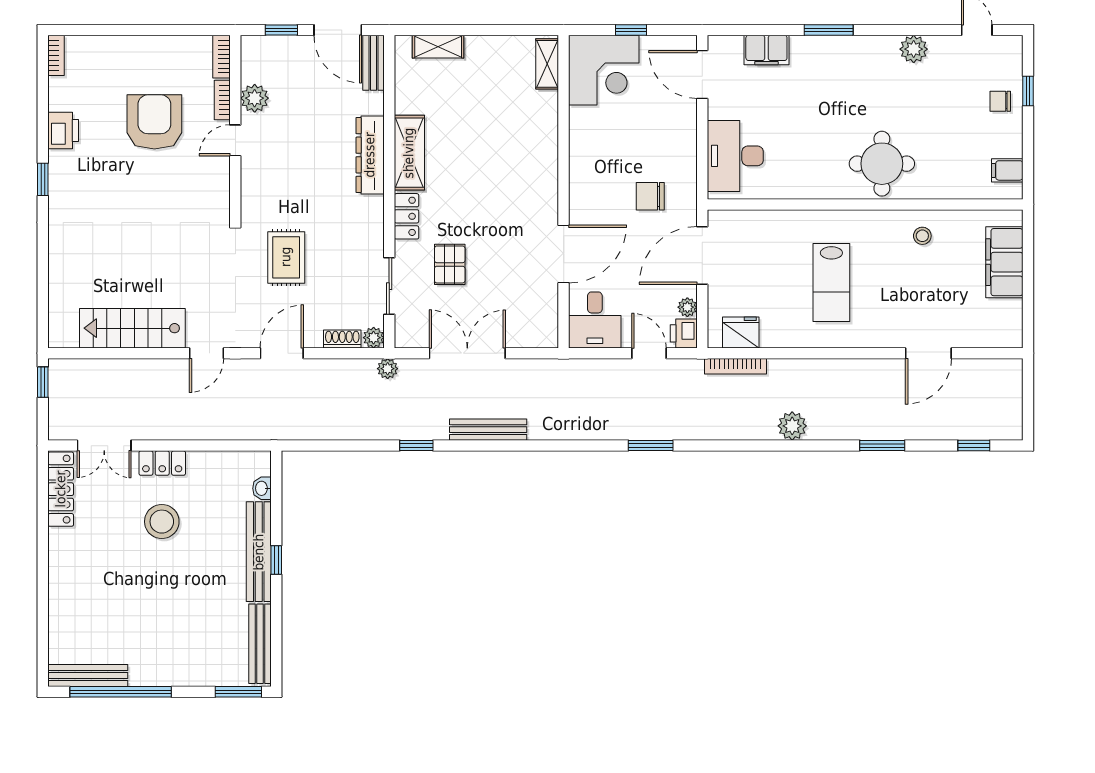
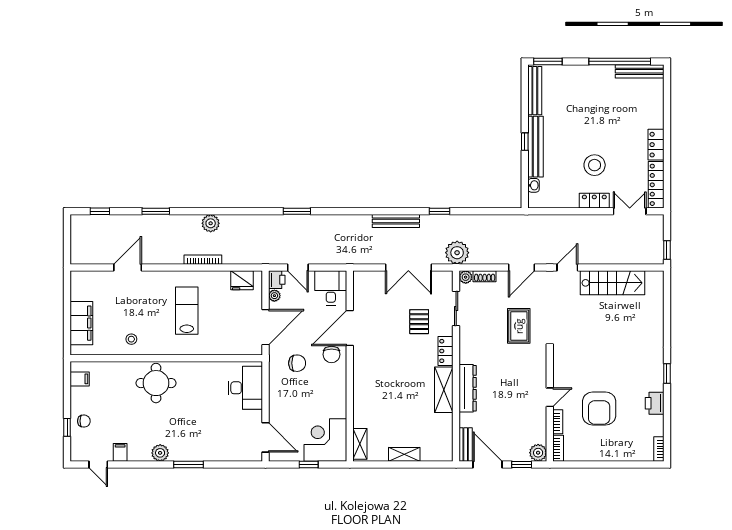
shelving: (438, 47) -> (404, 454), moved
plant: (914, 49) -> (160, 453), moved
filing cabinet: (766, 50) -> (120, 452), moved, width x0.50
plant: (255, 98) -> (538, 453), moved
chair: (594, 211) -> (332, 354), added
bookcase: (735, 366) -> (203, 260), moved
plant: (388, 369) -> (457, 253), width x1.88, depth x1.88
locker: (61, 555) -> (656, 145), added

